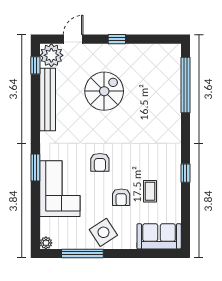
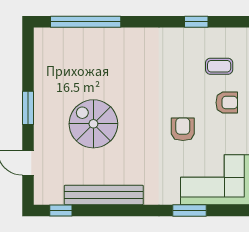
window: (117, 39) -> (28, 108), width x1.50
plant: (51, 55) -> (48, 190), removed
armchair: (100, 162) -> (183, 129), turned -90

